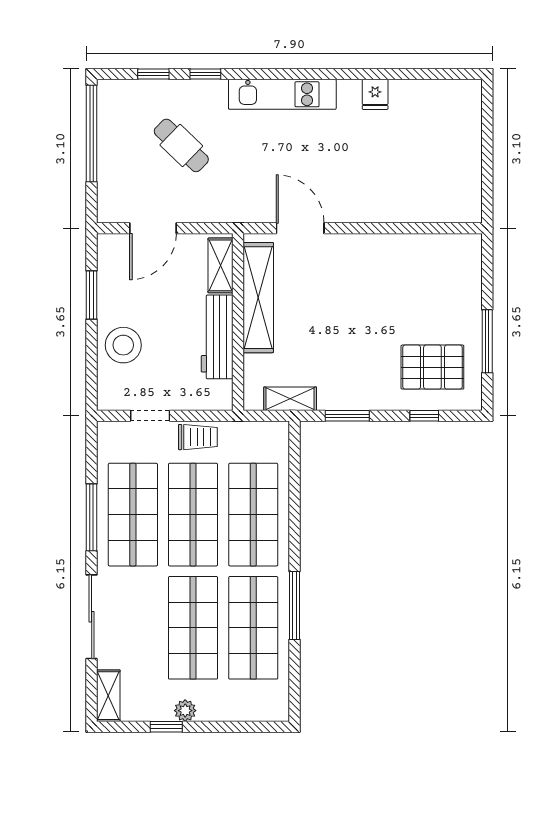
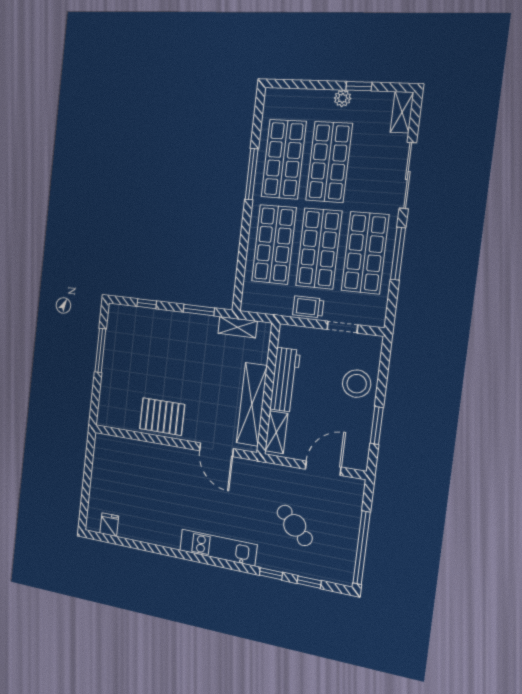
fridge: (375, 94) -> (109, 525), moved
pallet: (432, 367) -> (162, 417), moved

